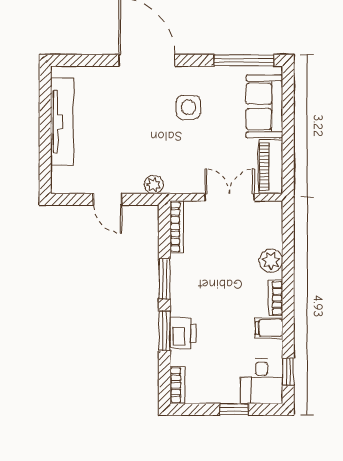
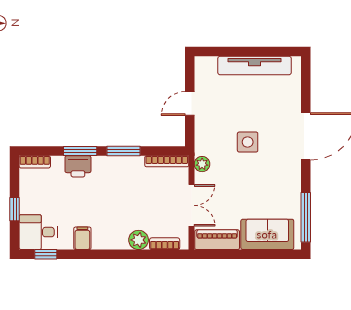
side table: (188, 107) -> (248, 142), moved
plant: (154, 185) -> (202, 164), moved
bookcase: (275, 298) -> (165, 244), moved

